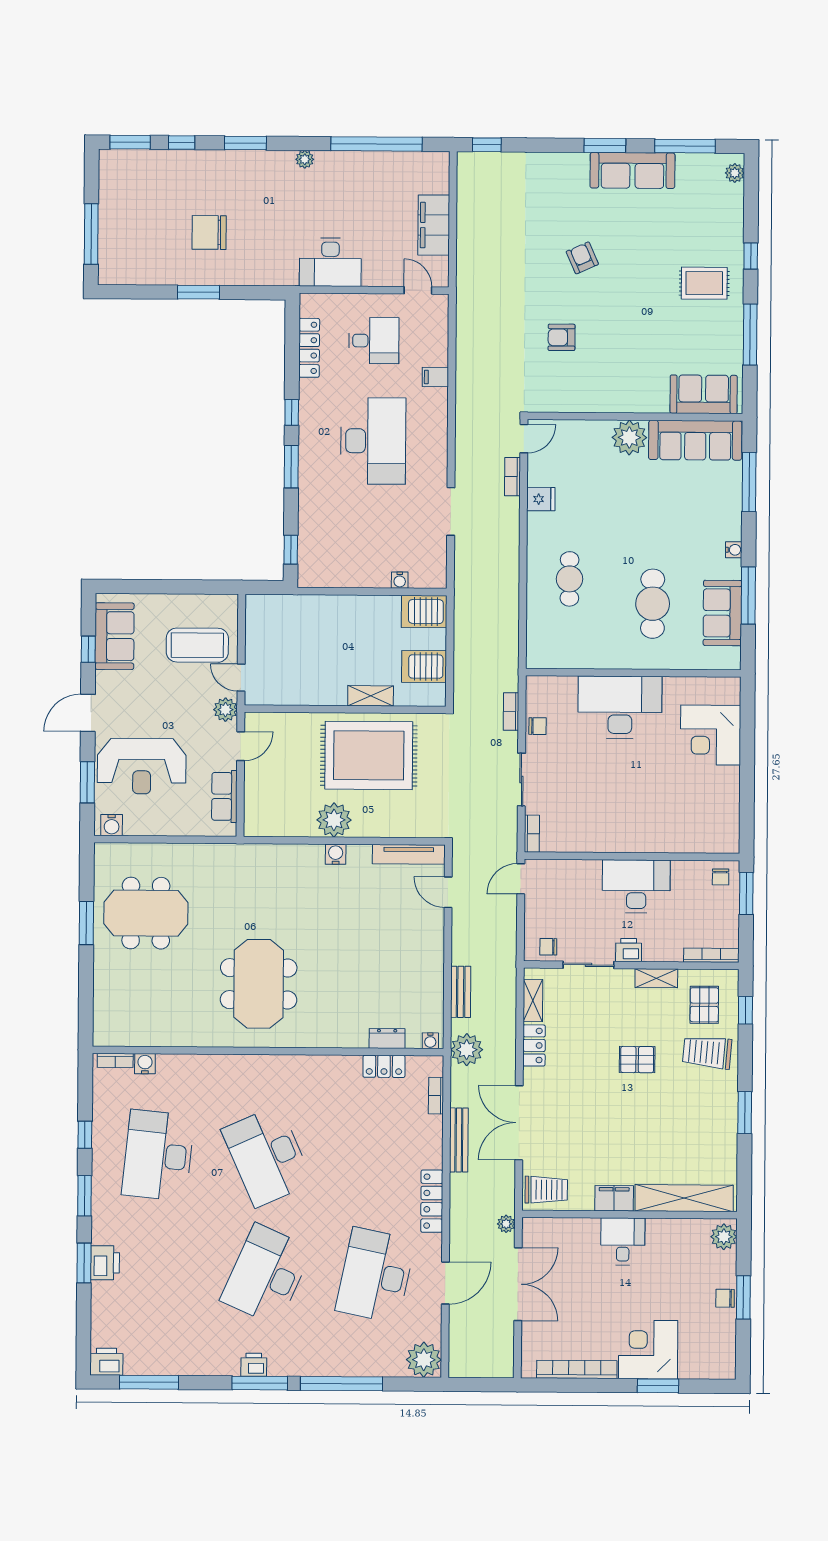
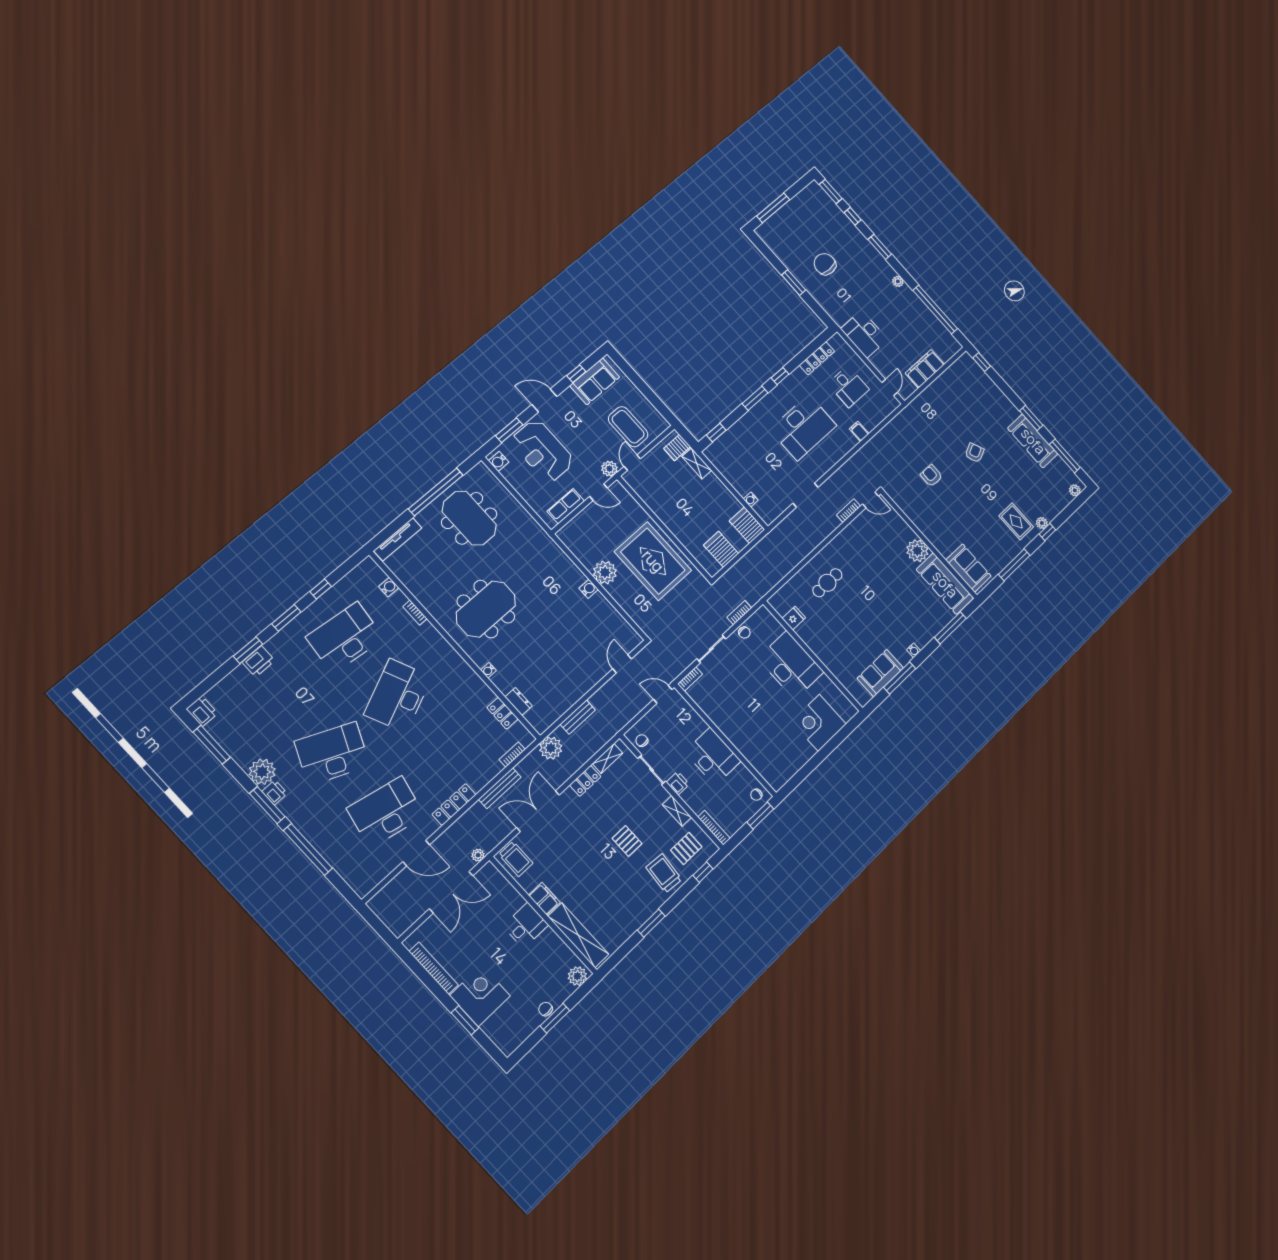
plant: (734, 253) -> (1042, 523), added
fridge: (541, 499) -> (794, 618), moved, turned -90
cafe table: (653, 604) -> (853, 635), removed
server rack: (269, 611) -> (677, 448), added
shelving: (371, 696) -> (697, 463), moved
tv unit: (409, 854) -> (398, 539), moved, turned -90
window: (86, 923) -> (436, 492), width x2.11
water cooler: (430, 1041) -> (488, 670), moved
bookcase: (115, 1060) -> (415, 613), moved
plant: (424, 1360) -> (262, 772), moved

